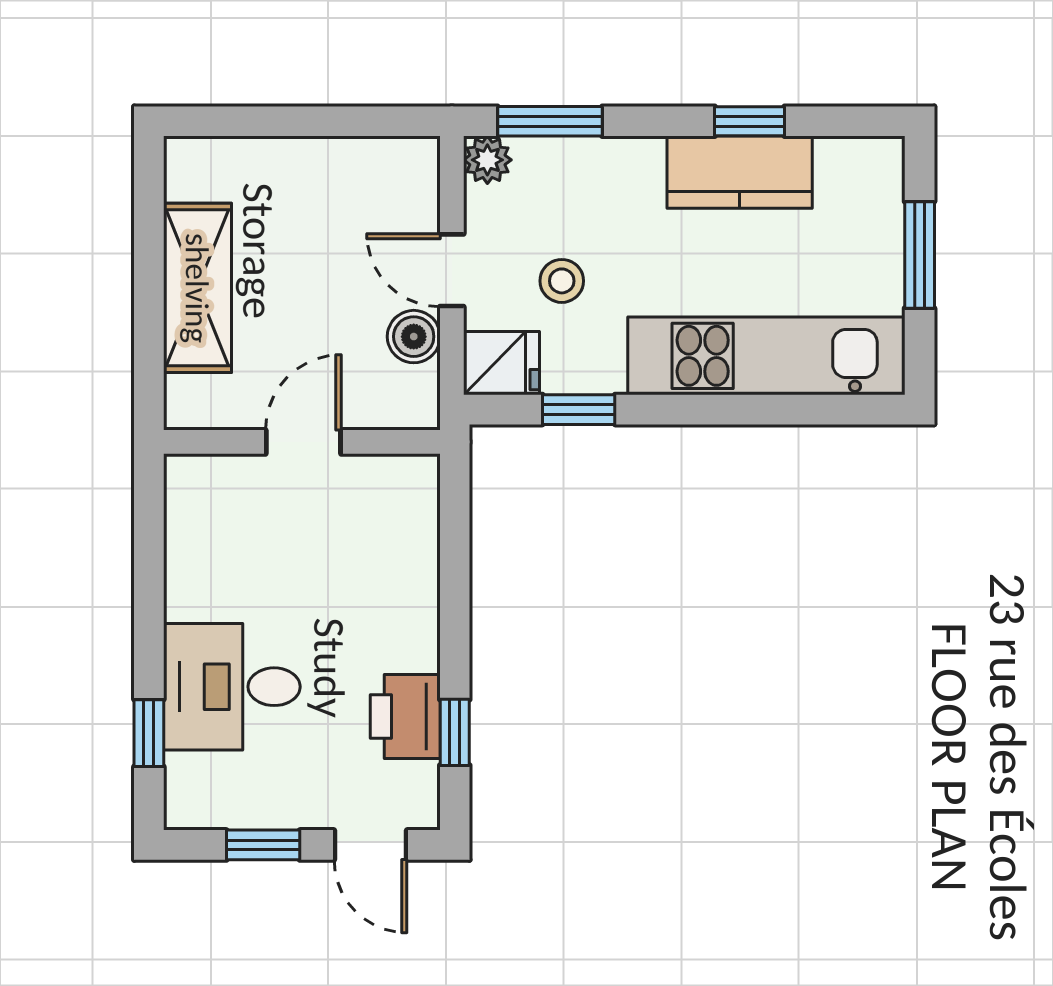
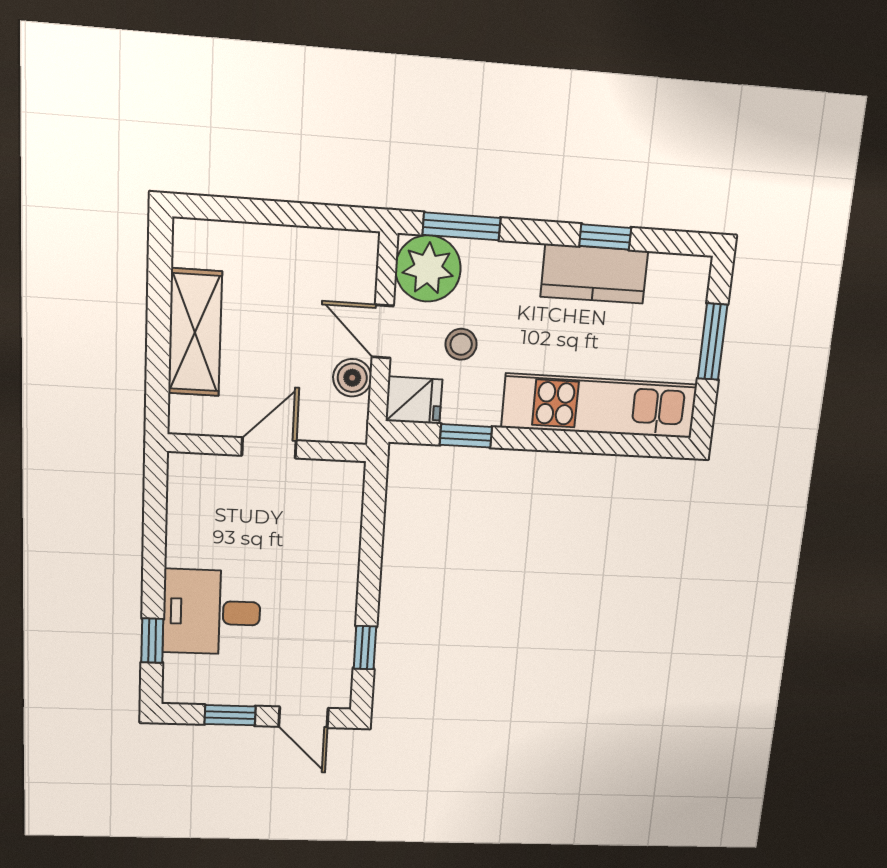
plant: (487, 160) -> (428, 269), width x1.87, depth x1.87
printer: (405, 716) -> (332, 636), removed

